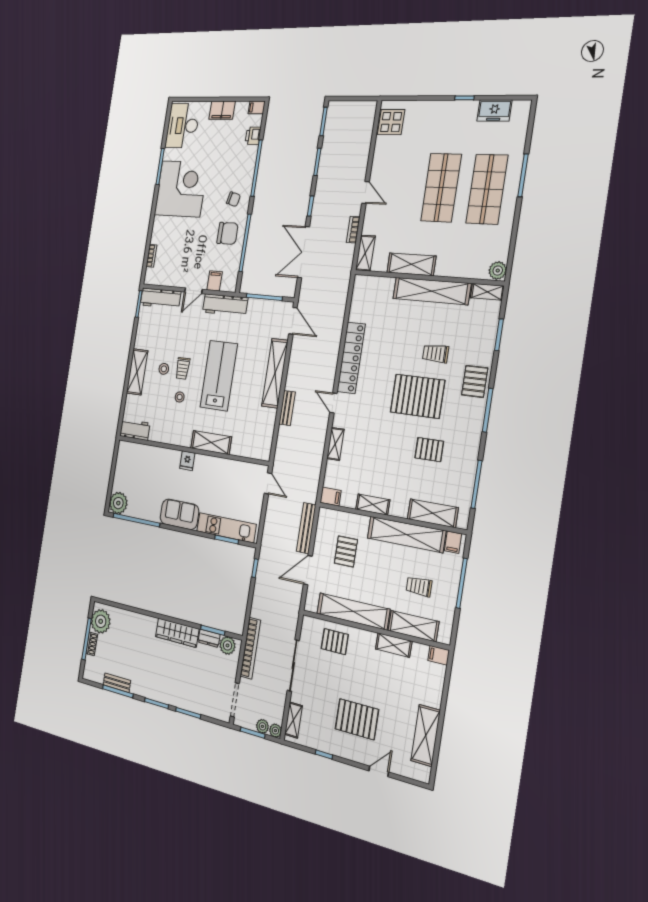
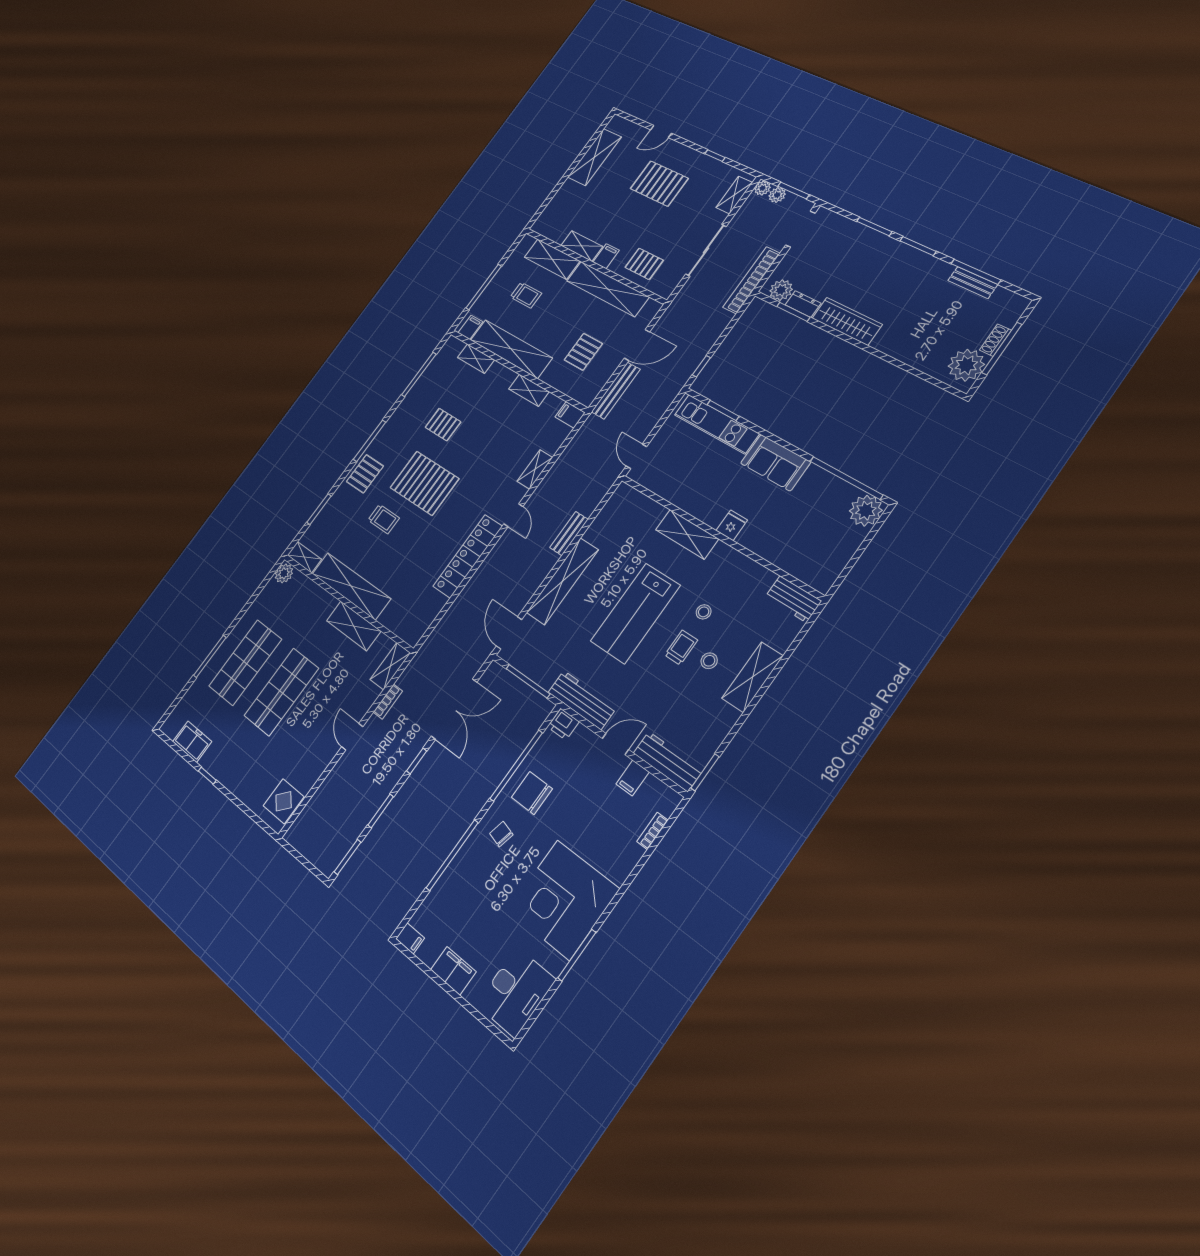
printer: (253, 136) -> (563, 724), moved, turned 90
filing cabinet: (215, 281) -> (633, 778), moved
shelving: (433, 513) -> (476, 359), width x0.67, depth x0.75
filing cabinet: (439, 655) -> (606, 256), moved, turned -90

